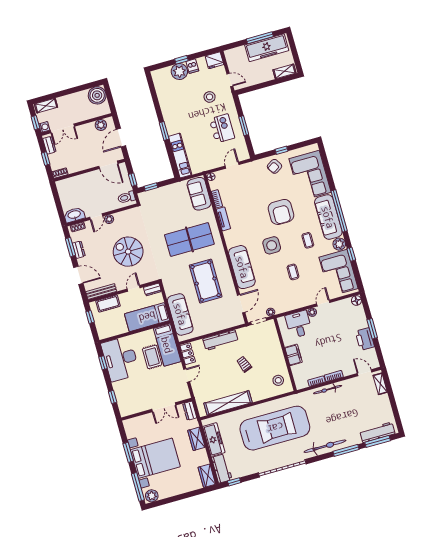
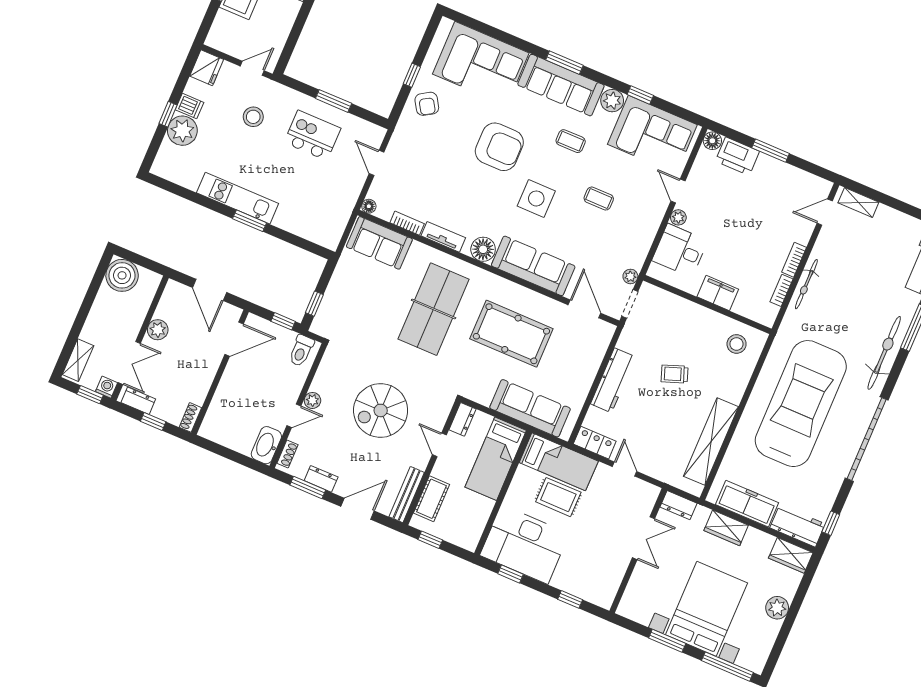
plant: (101, 125) -> (158, 330), moved
kitchen unit: (180, 156) -> (238, 198), moved
window: (339, 211) -> (564, 63), width x0.47
door: (96, 217) -> (294, 416), hinge flipped
floor lamp: (232, 240) -> (483, 249), added
printer: (365, 339) -> (737, 156), moved
plant: (152, 496) -> (777, 608), moved

